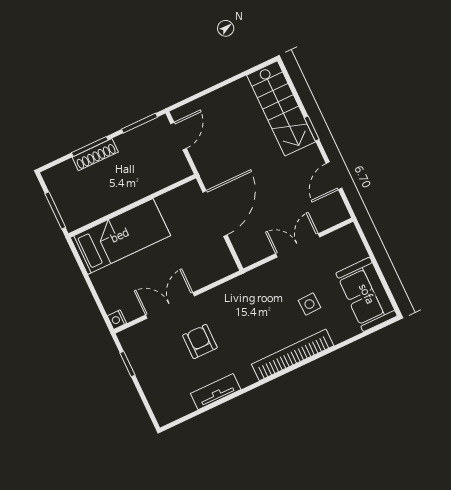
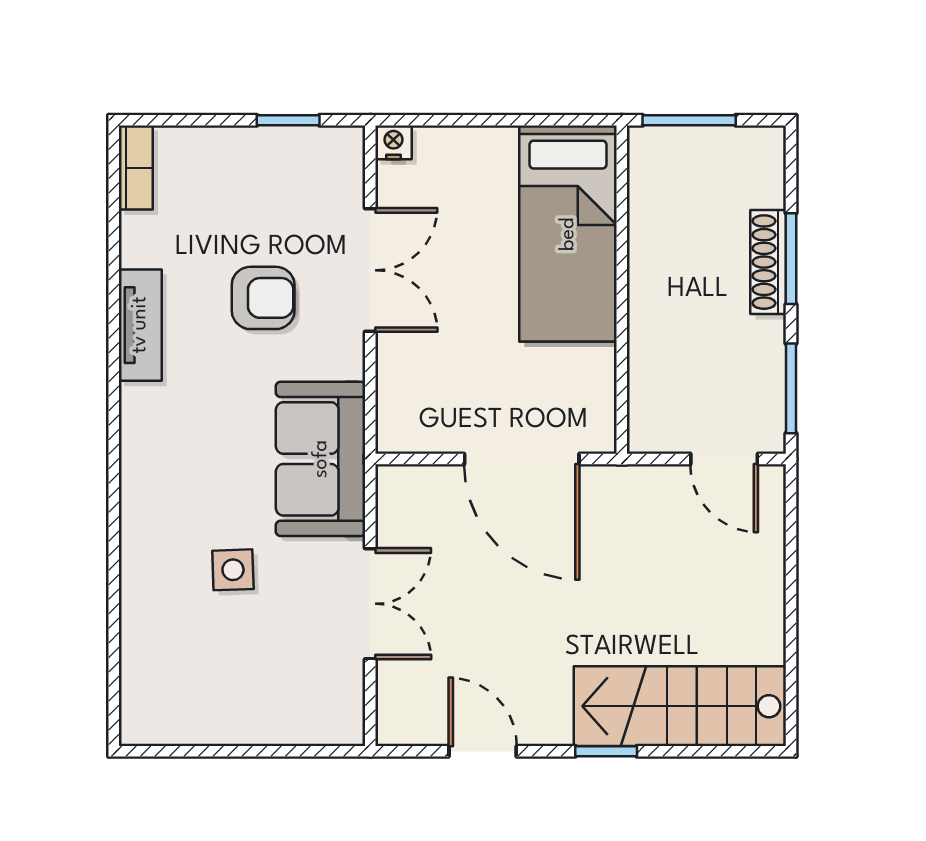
sofa: (366, 294) -> (321, 459), moved, turned -90
bookcase: (293, 355) -> (136, 168), moved, width x0.43, depth x0.76
tv unit: (216, 392) -> (140, 325), moved

